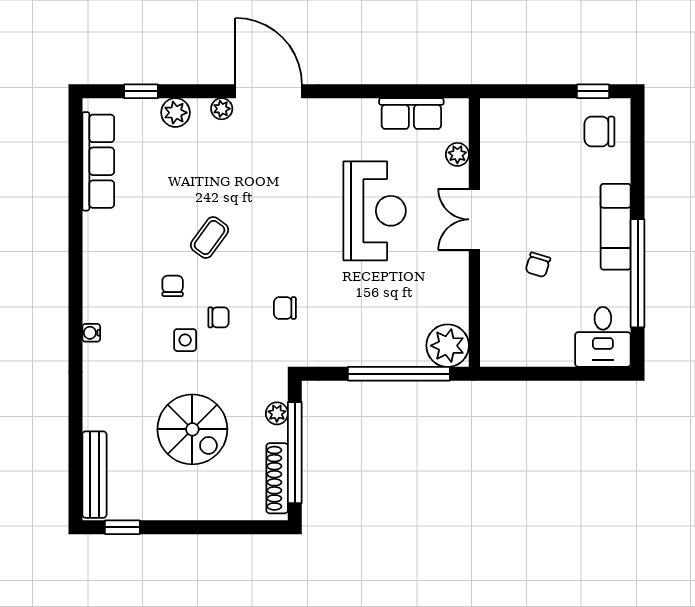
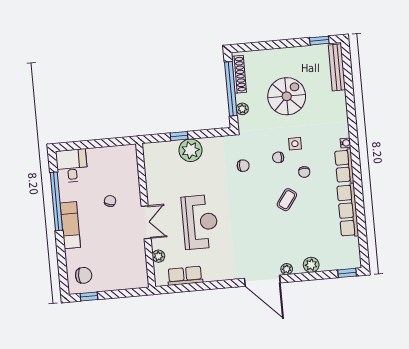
window: (141, 91) -> (347, 273), moved
row of seats: (98, 161) -> (348, 210), moved
reception desk: (375, 211) -> (200, 222), turned 180
row of seats: (97, 290) -> (344, 166), added
plant: (448, 346) -> (190, 150), moved
window: (399, 374) -> (179, 136), width x0.32
spiral stairs: (192, 429) -> (287, 96), turned 90

